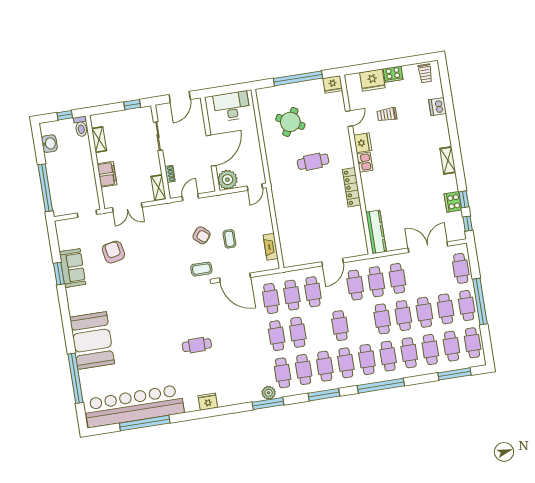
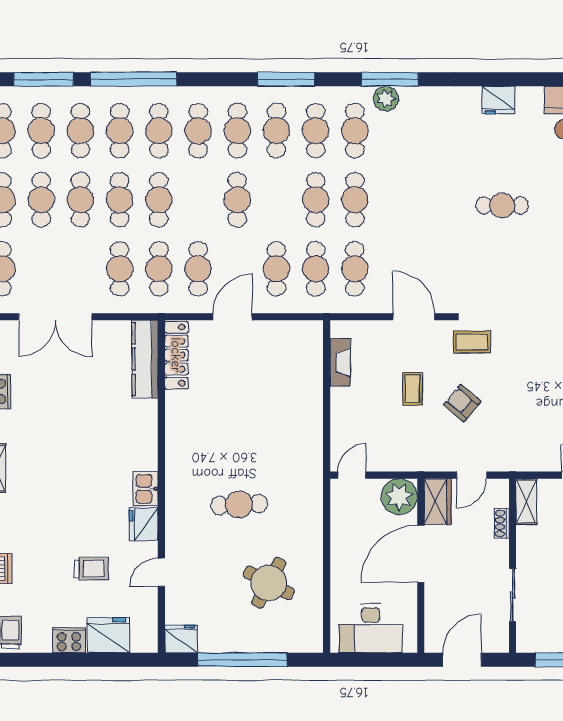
wardrobe: (206, 180) -> (438, 502), added
locker: (352, 187) -> (176, 355), moved
door: (235, 278) -> (414, 317), width x0.73
window: (381, 386) -> (134, 79), moved

